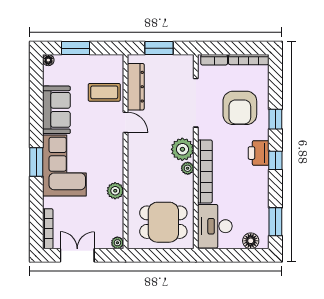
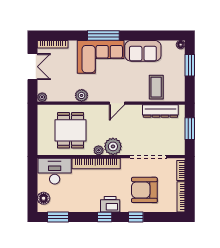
door: (125, 122) -> (117, 103), moved
window: (36, 162) -> (103, 35), width x1.44
dining table: (163, 222) -> (71, 130), moved

